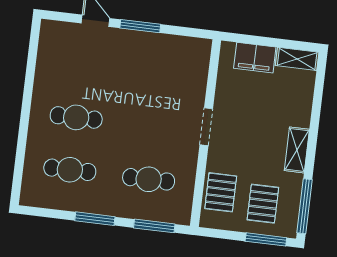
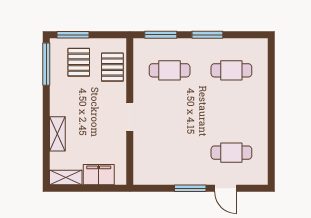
cafe table: (76, 117) -> (231, 153), moved
shelving: (297, 150) -> (57, 134), moved

